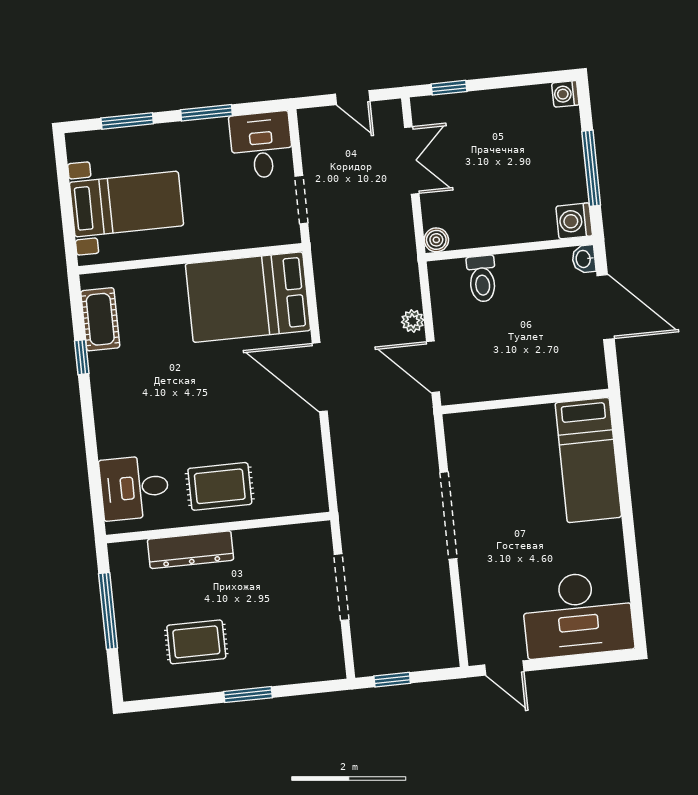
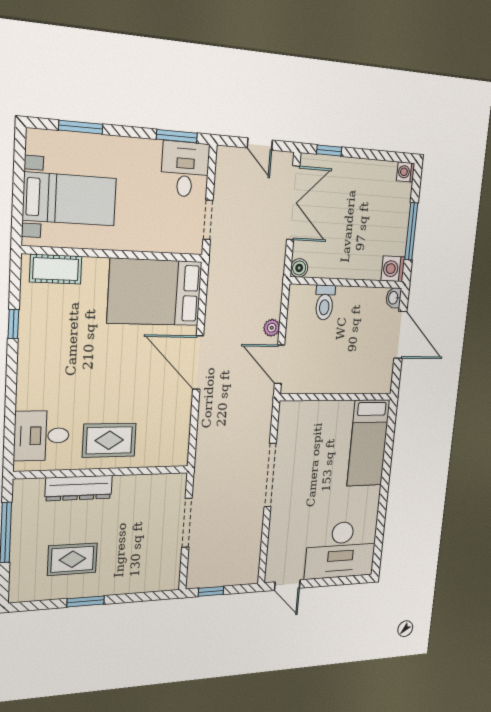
window: (207, 113) -> (177, 136), moved
double door: (412, 160) -> (293, 203), width x1.37
cot: (100, 319) -> (56, 269), moved, turned 90
window: (248, 695) -> (86, 601), moved

